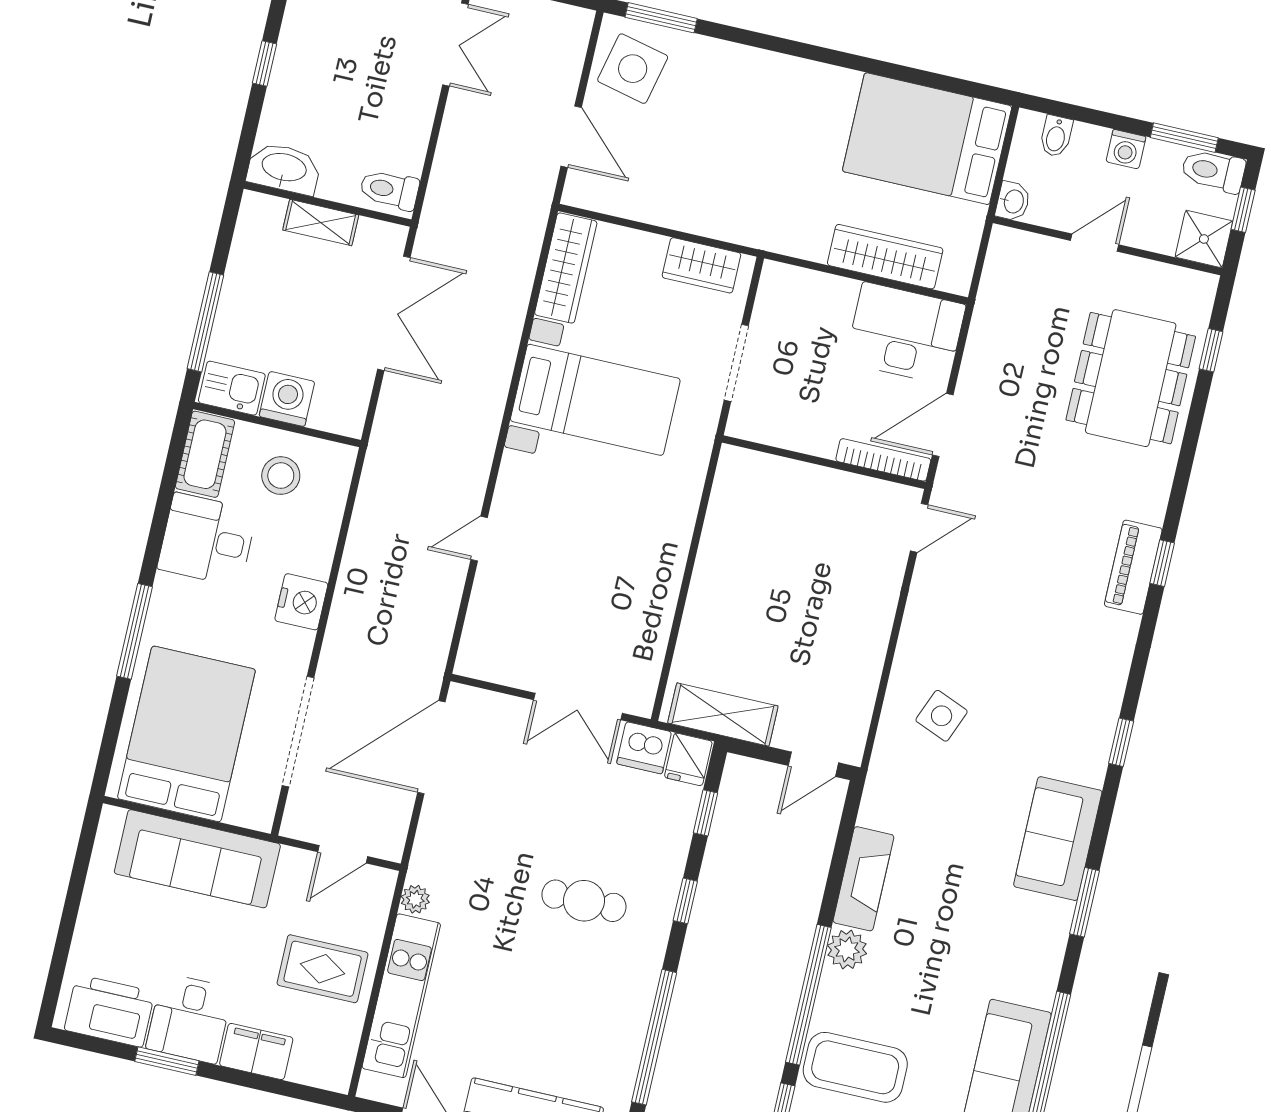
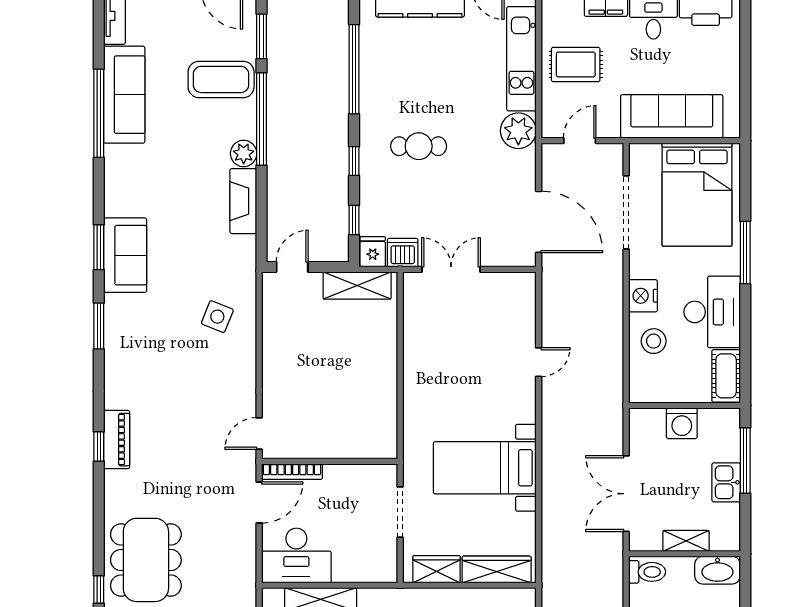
wardrobe: (566, 268) -> (497, 570), moved, turned 90
kitchen sink: (232, 388) -> (726, 482), moved, turned 90
stool: (281, 476) -> (654, 341), moved
desk: (207, 540) -> (712, 312), width x1.37
window: (1121, 742) -> (99, 326), width x1.50
door: (431, 747) -> (539, 222), hinge flipped
plant: (415, 899) -> (518, 131), width x1.88, depth x1.88
window: (1084, 902) -> (99, 247), moved

